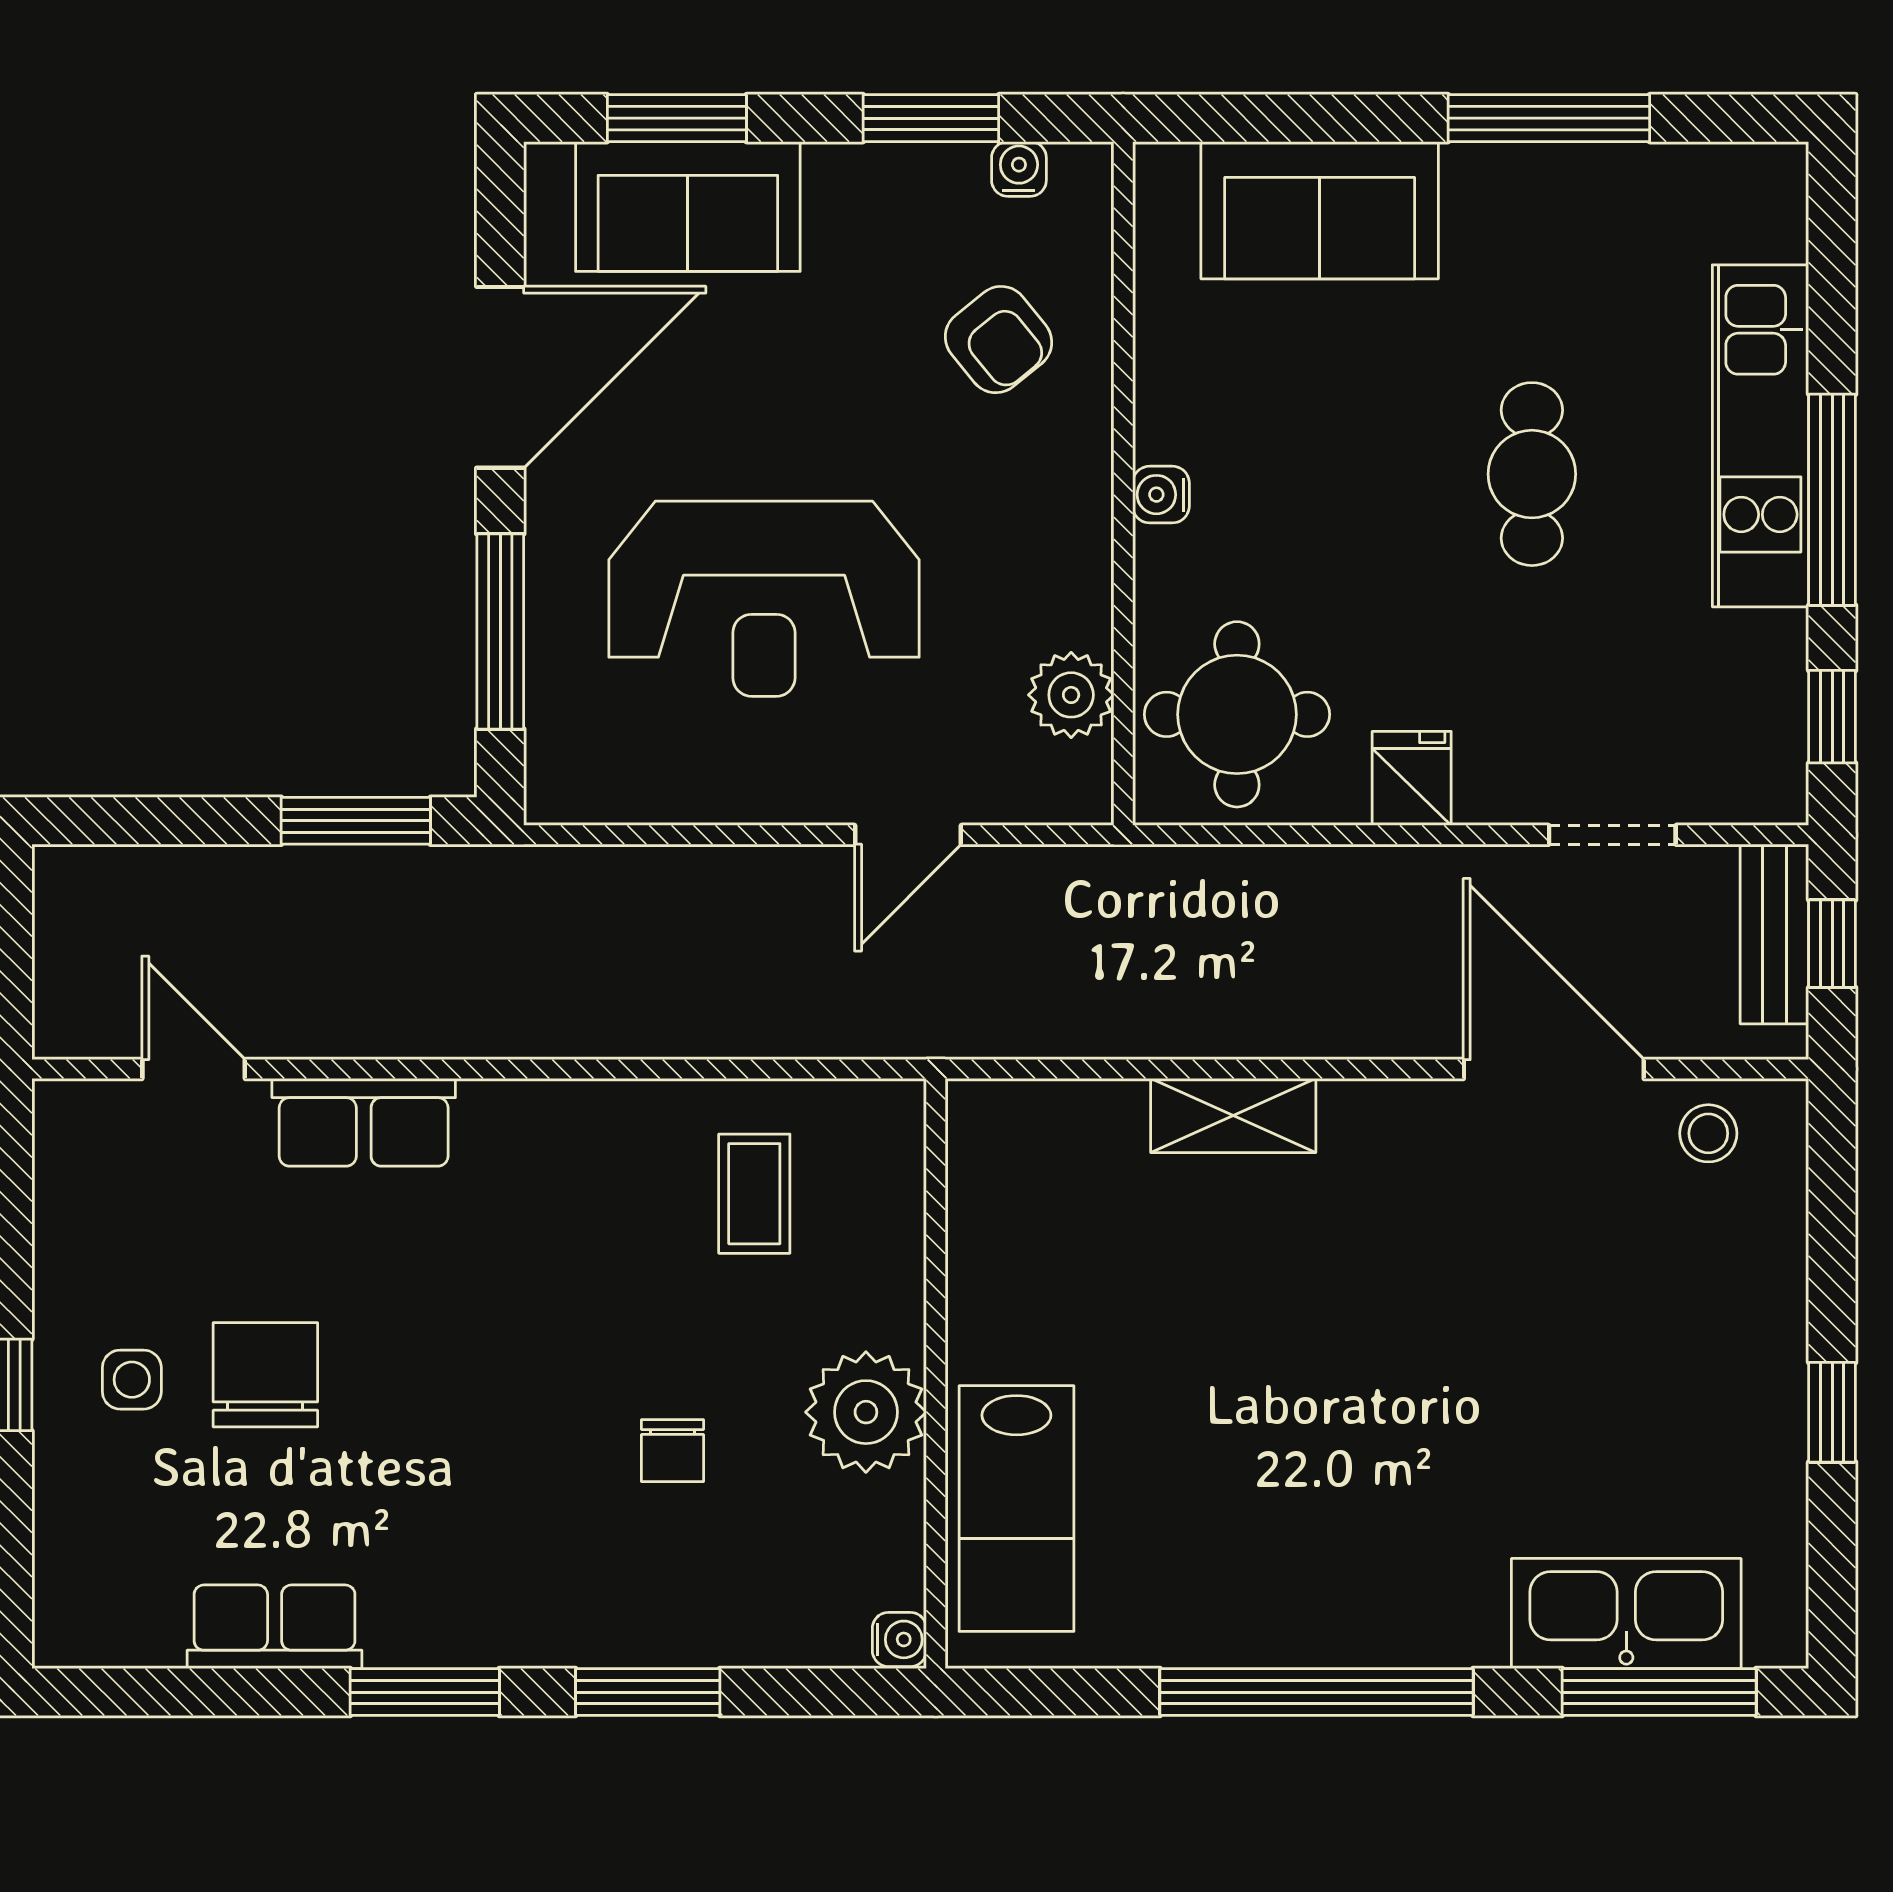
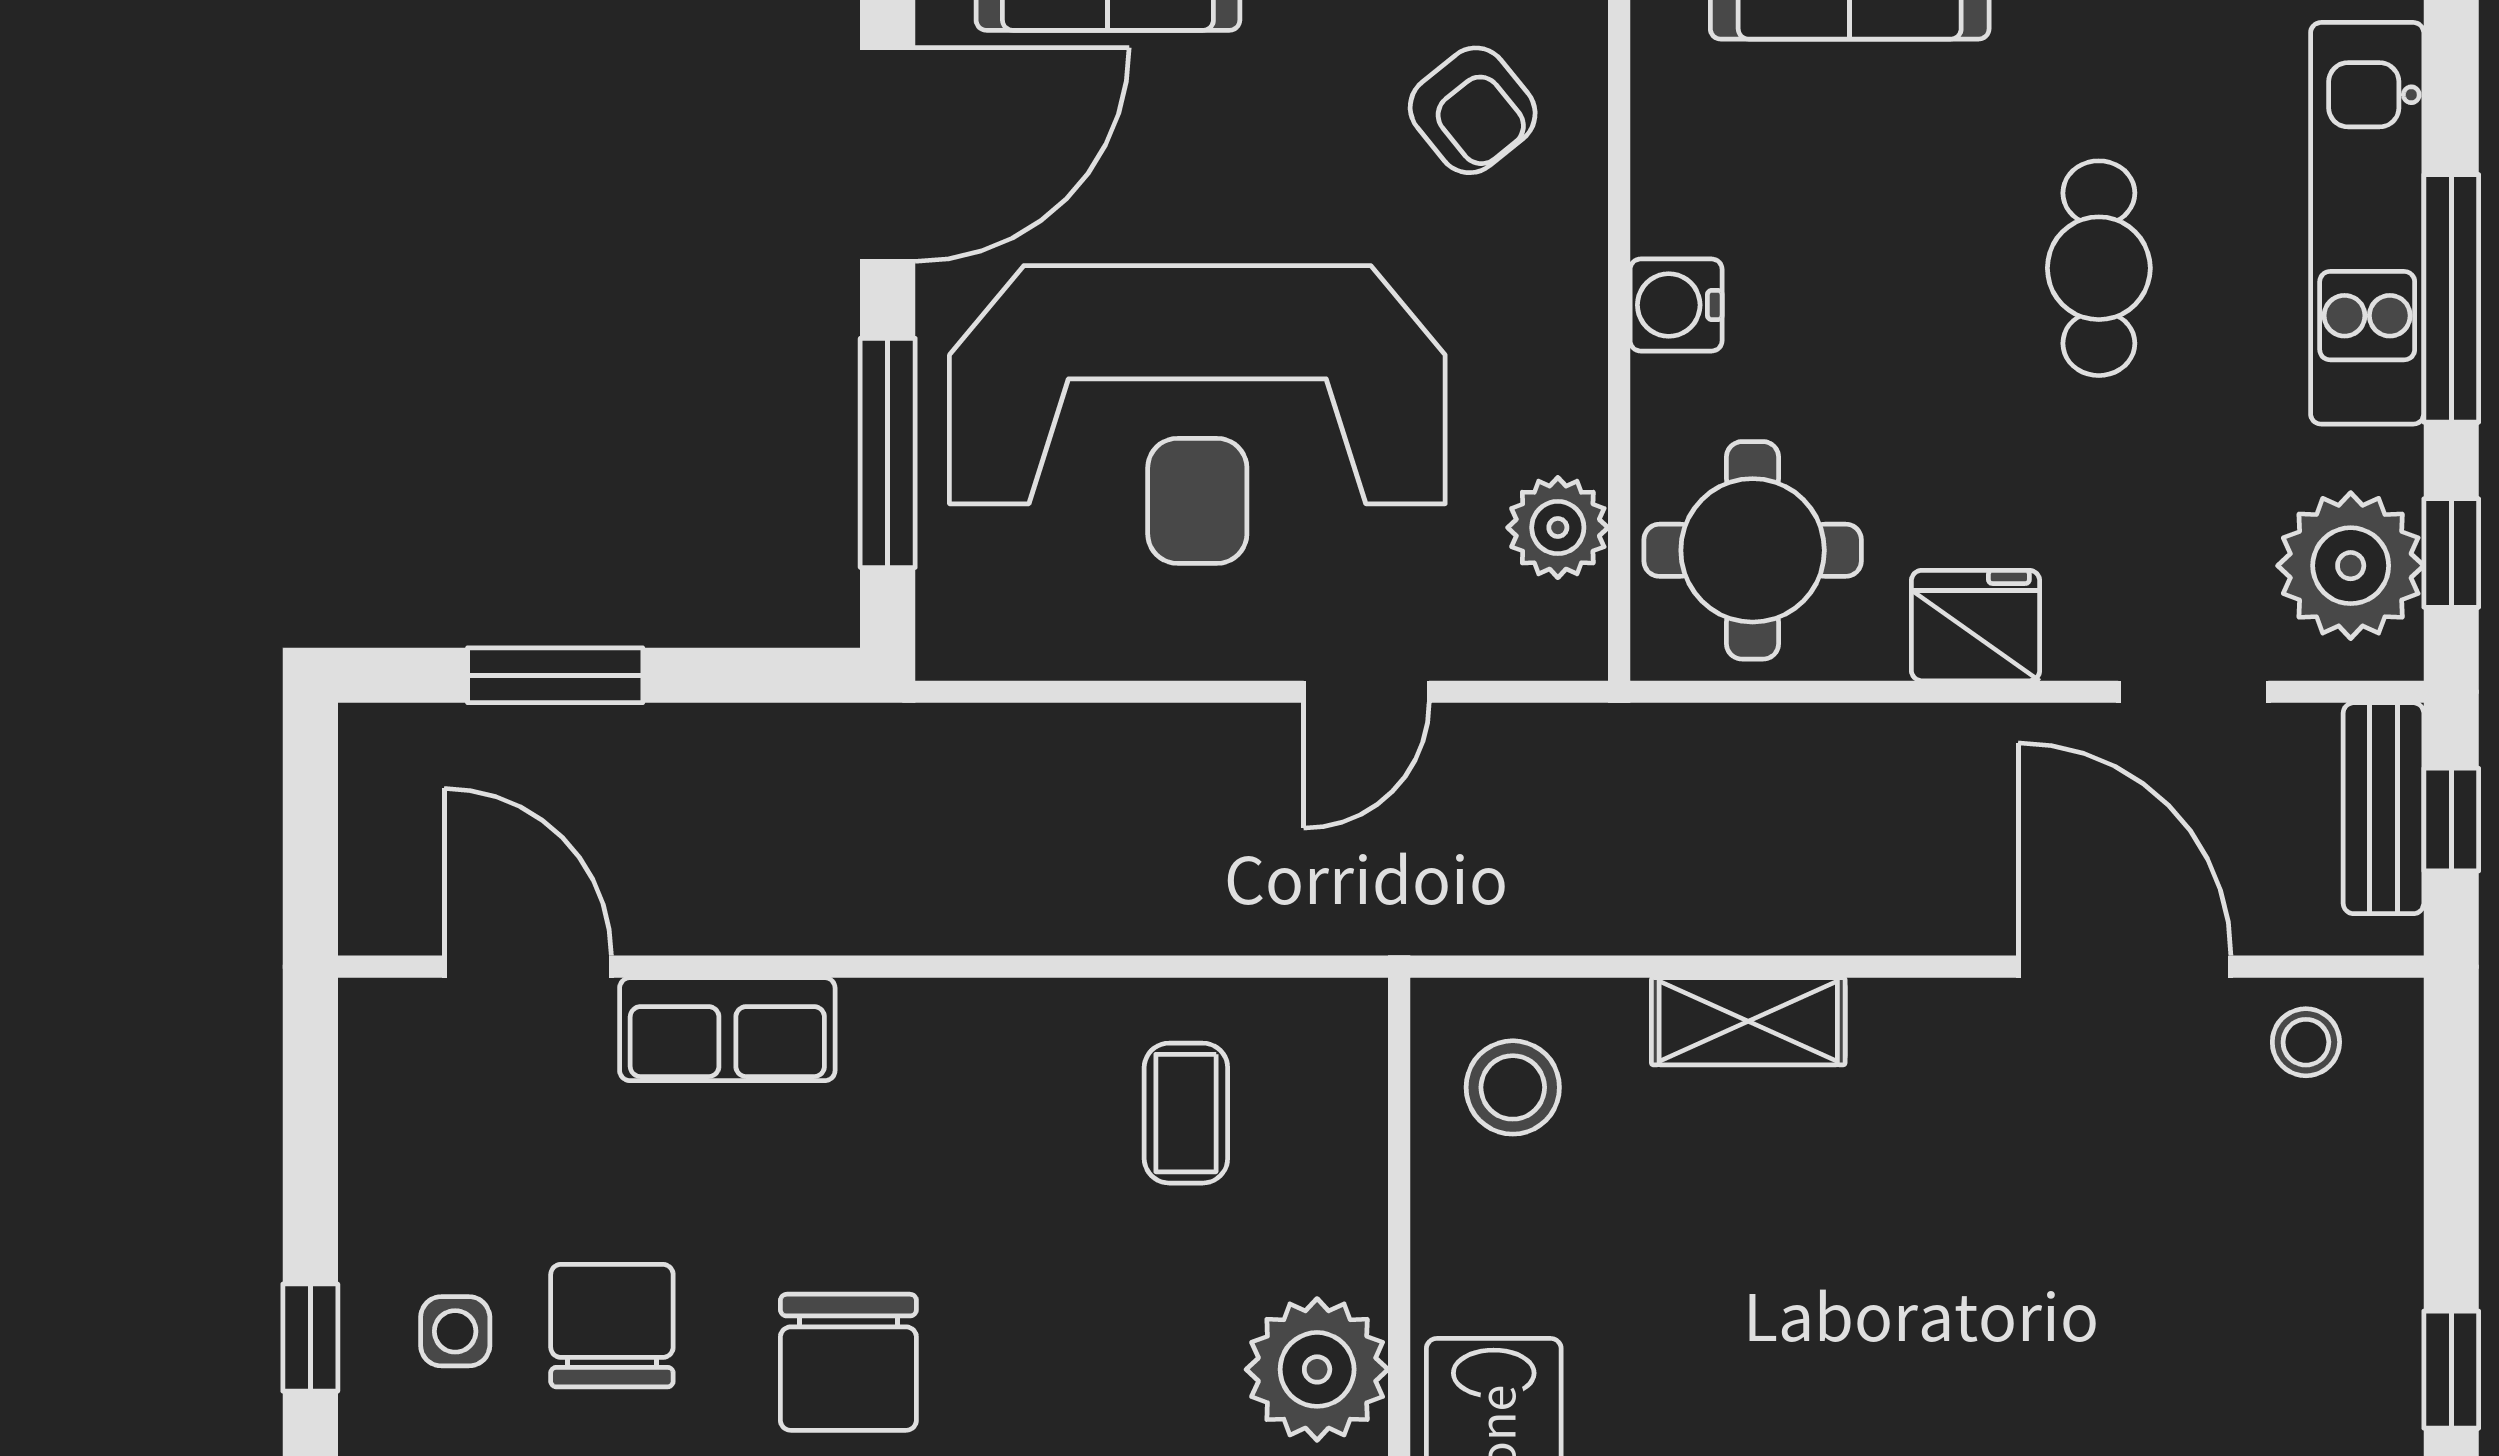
water cooler: (1161, 495) -> (1676, 305), width x1.38, depth x1.38
reception desk: (764, 599) -> (1197, 414), width x1.36, depth x1.30
plant: (1746, 727) -> (2351, 566), added
fridge: (1412, 778) -> (1976, 626), width x1.38
window: (356, 821) -> (555, 675), moved
door: (194, 1069) -> (528, 967), width x1.38
stool: (1033, 1172) -> (1513, 1087), added
chair: (673, 1451) -> (848, 1362), moved, width x1.87, depth x1.87

